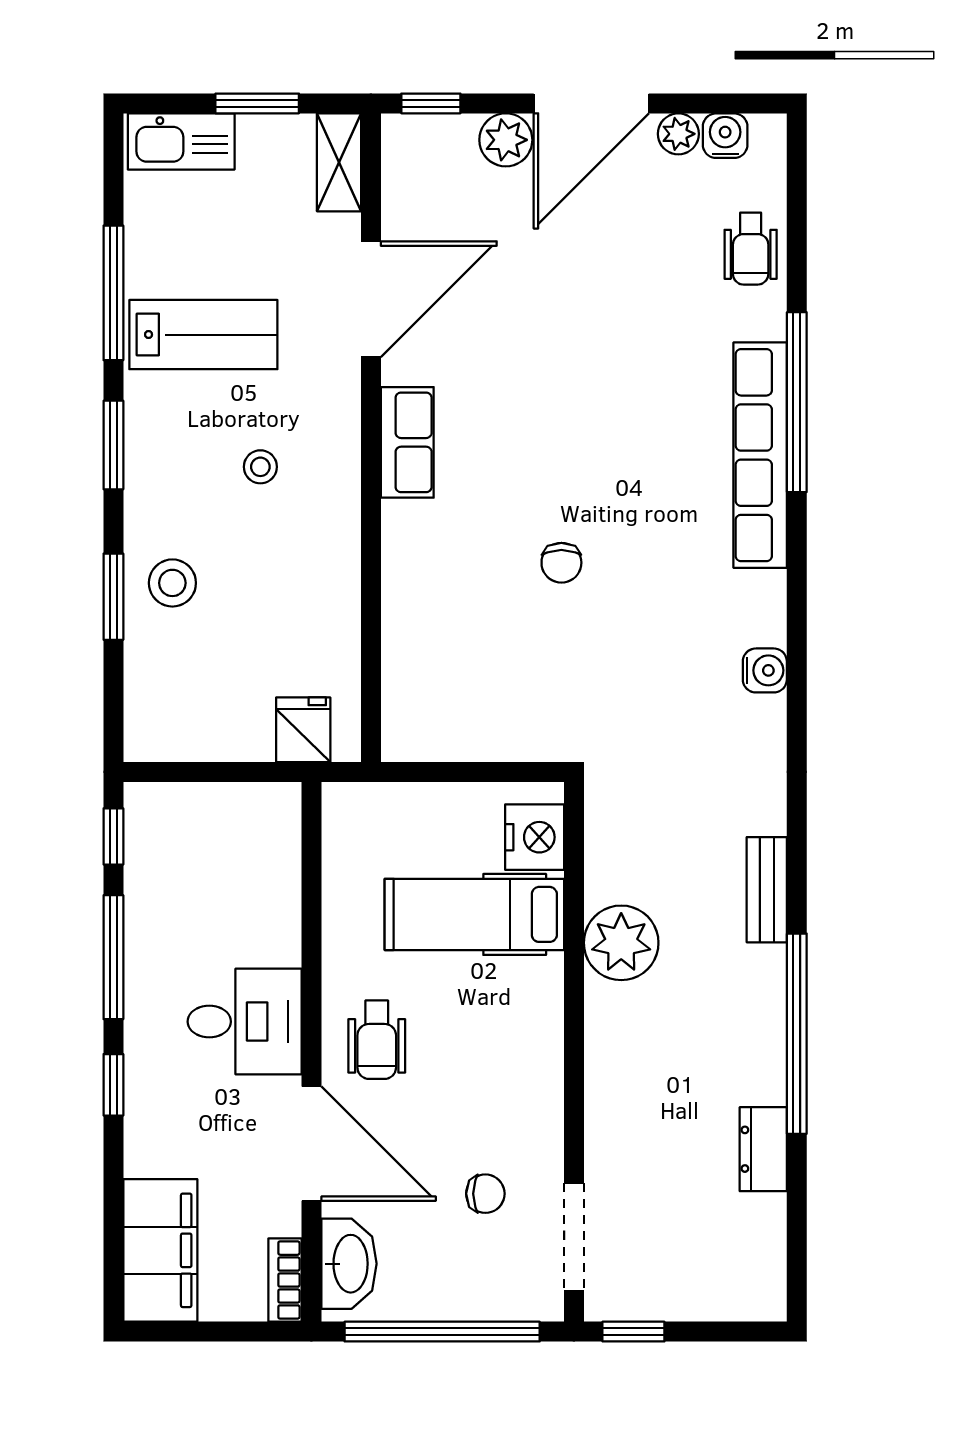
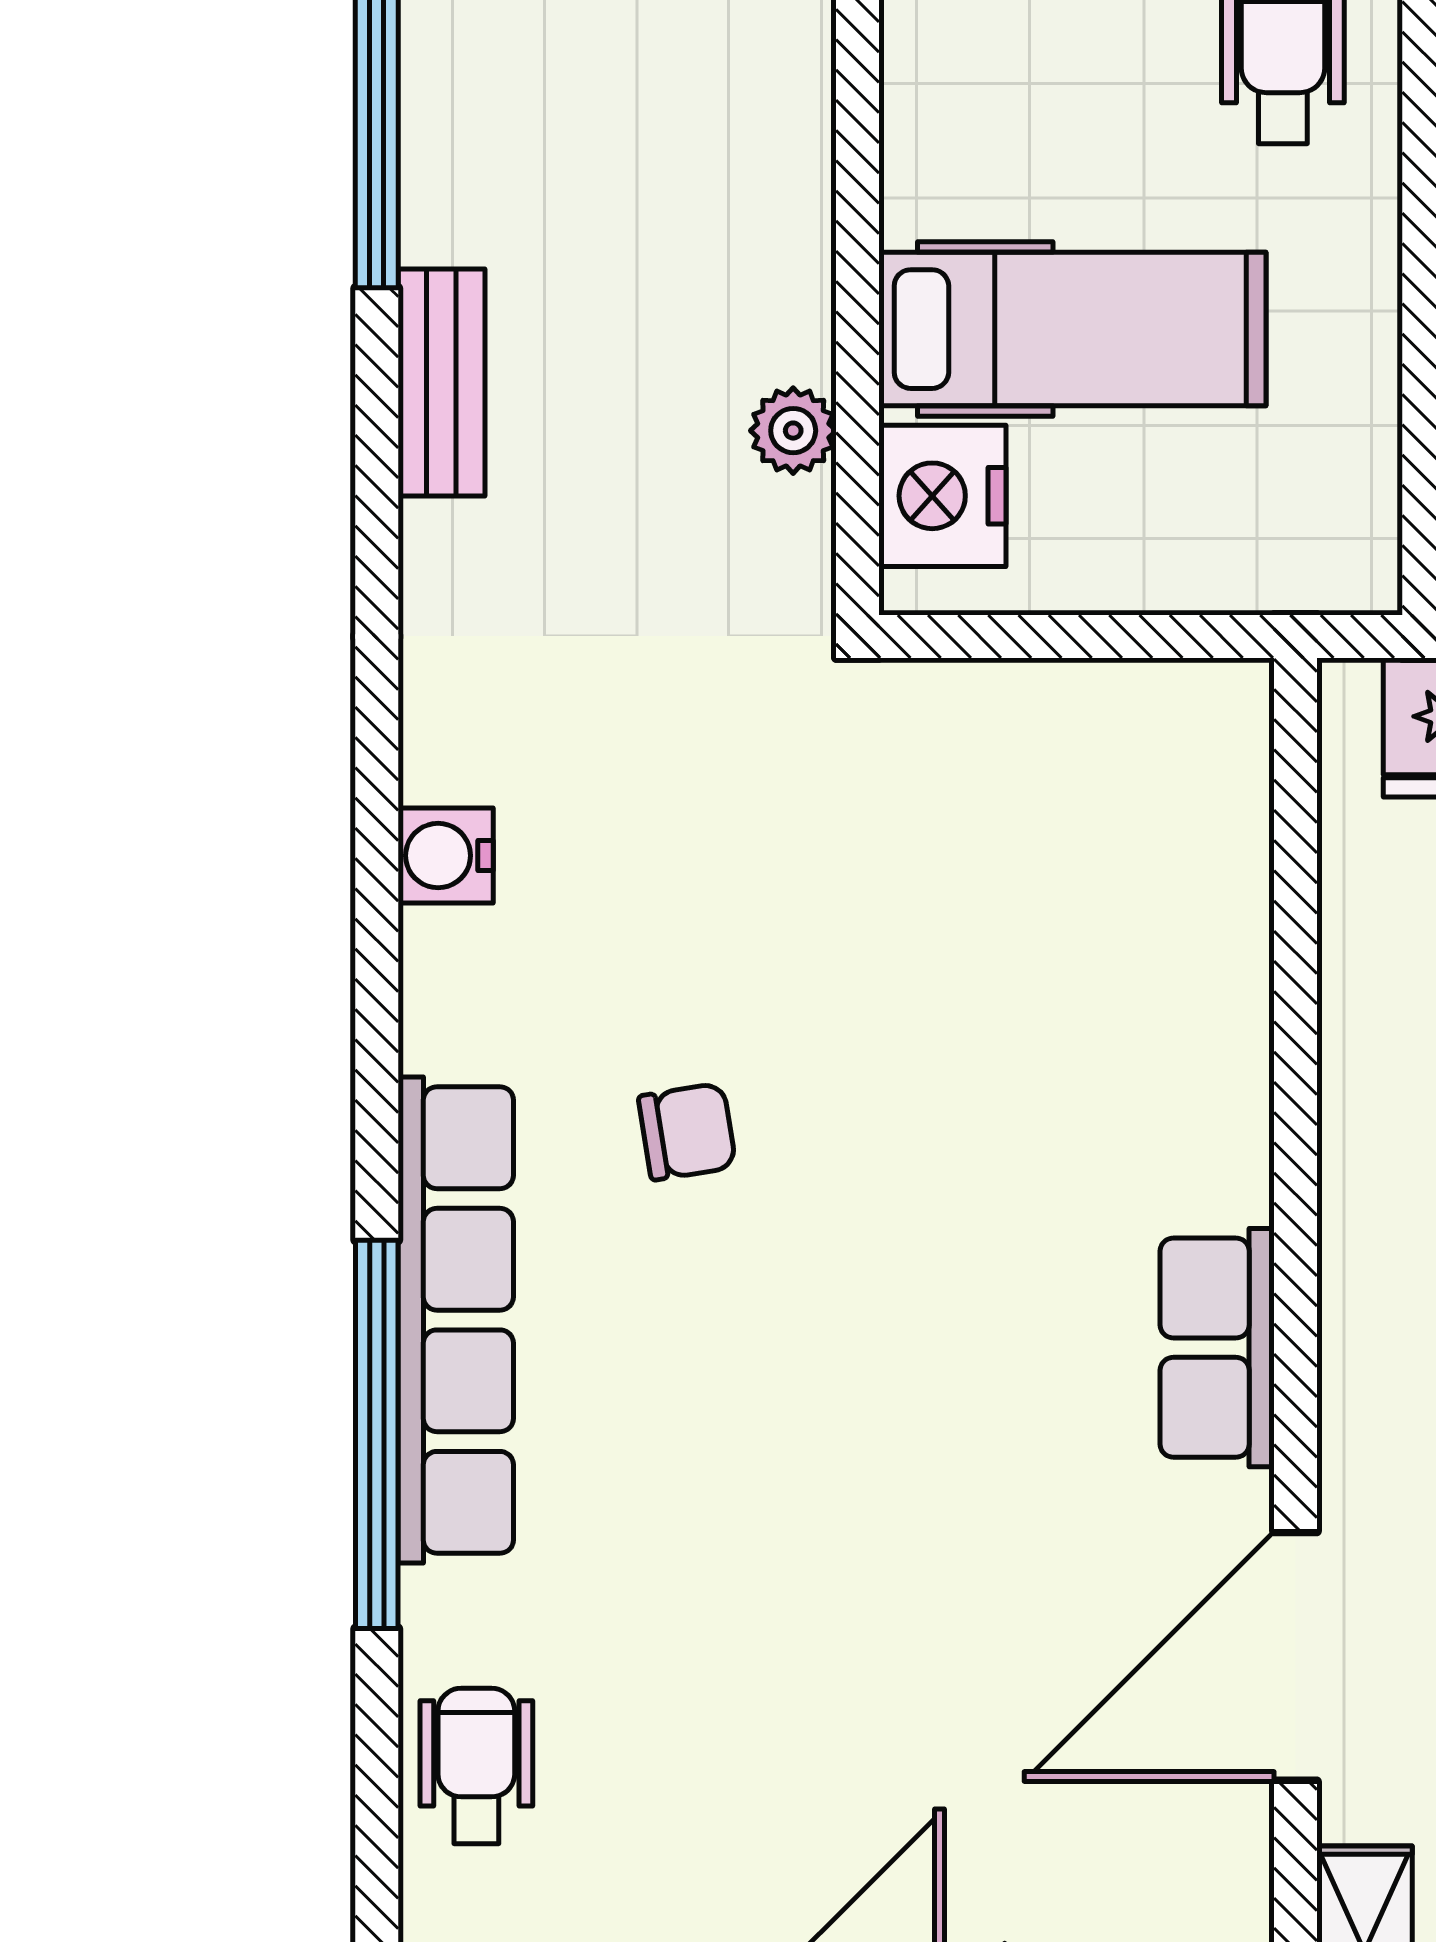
chair: (561, 563) -> (687, 1132), moved, turned 81
plant: (621, 943) -> (793, 431), moved, width x0.53, depth x0.53

